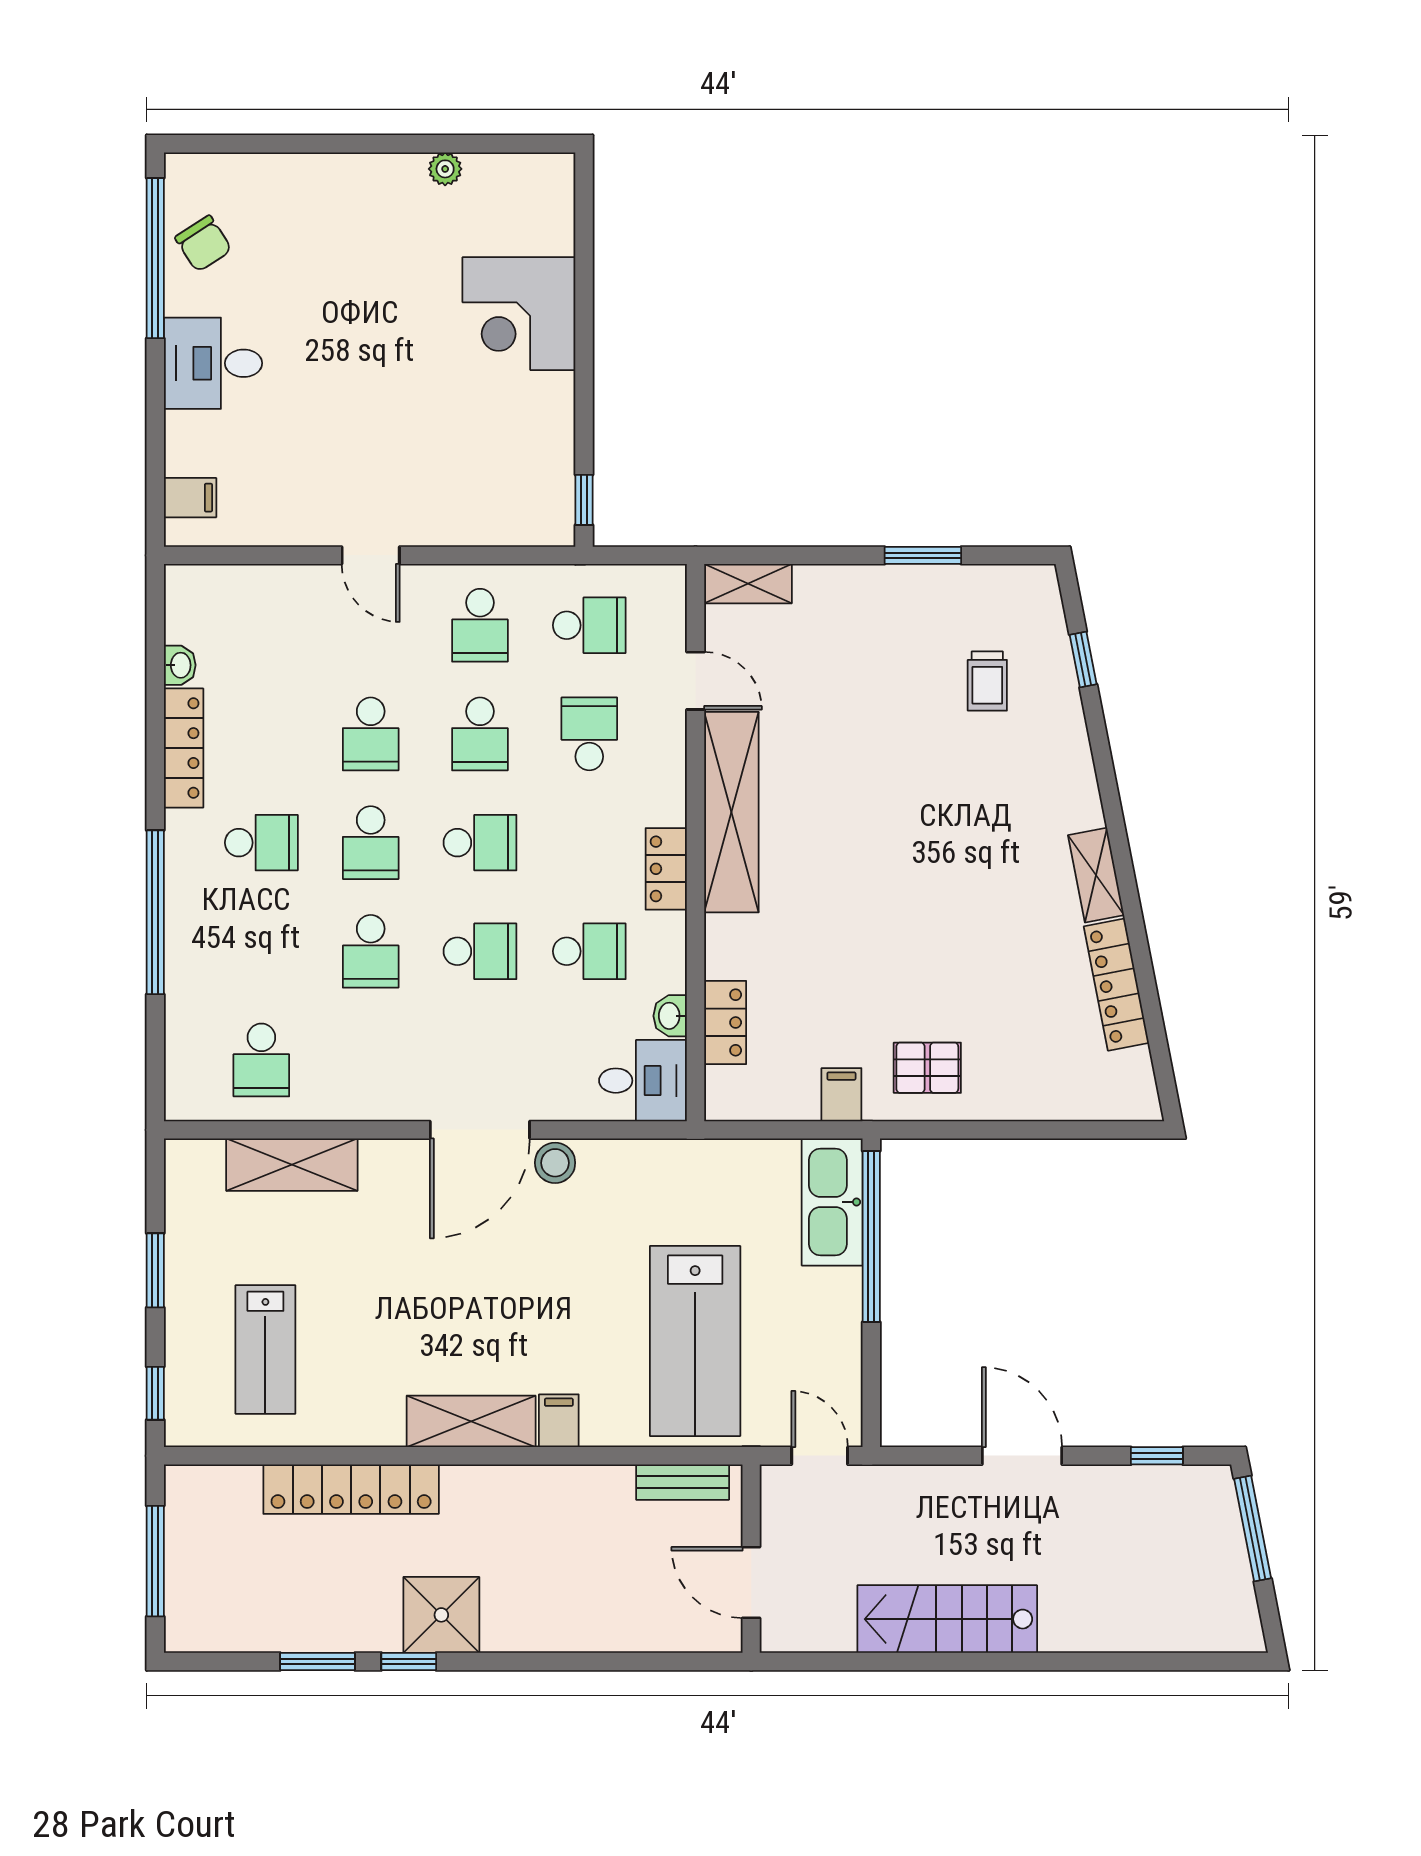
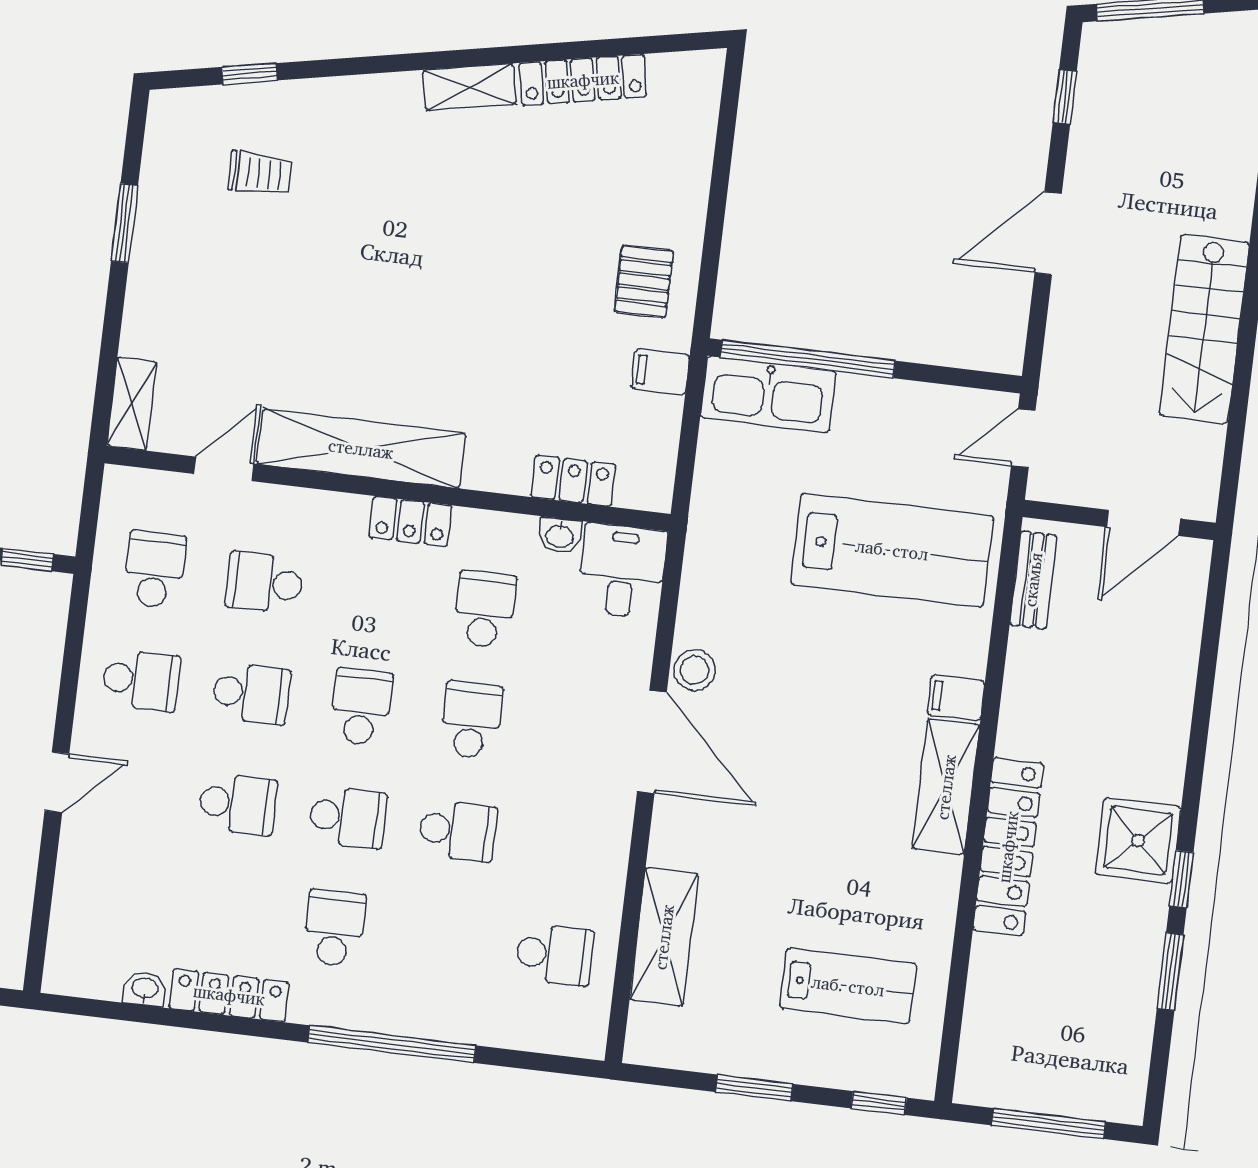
locker: (351, 1489) -> (1008, 847), moved

